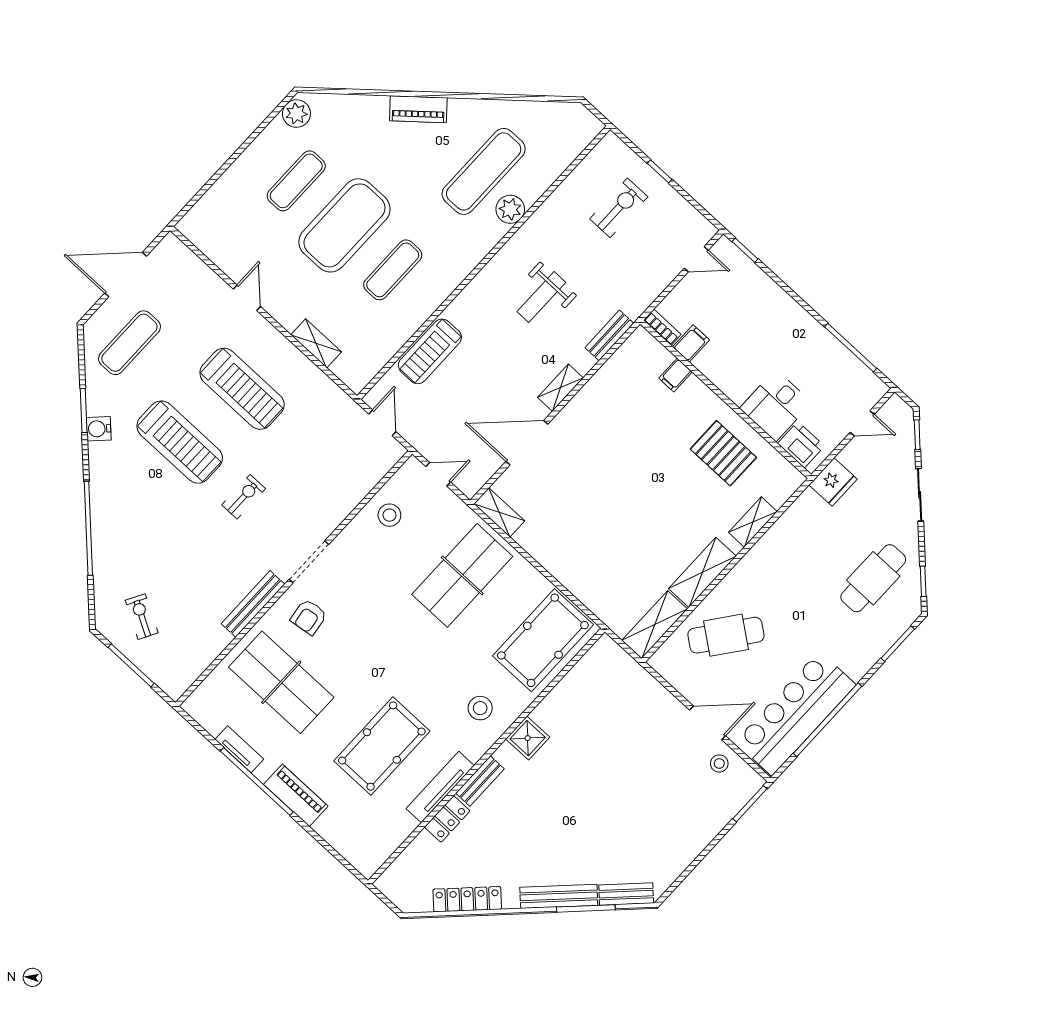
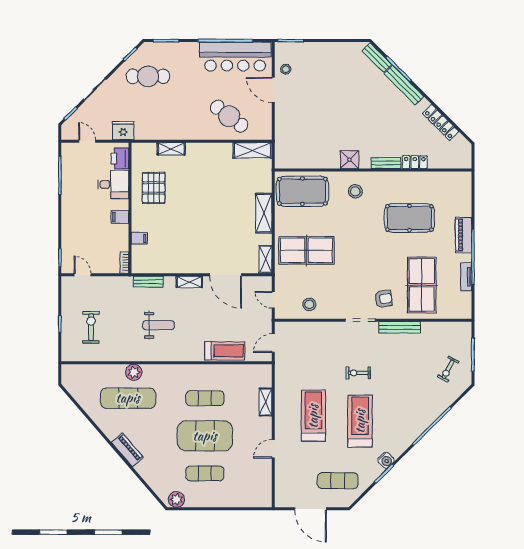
exercise bike: (619, 208) -> (91, 327), turned 90
filing cabinet: (691, 343) -> (120, 217), moved
shelving: (702, 572) -> (264, 213), moved, turned 90
tv unit: (440, 787) -> (404, 177), removed

